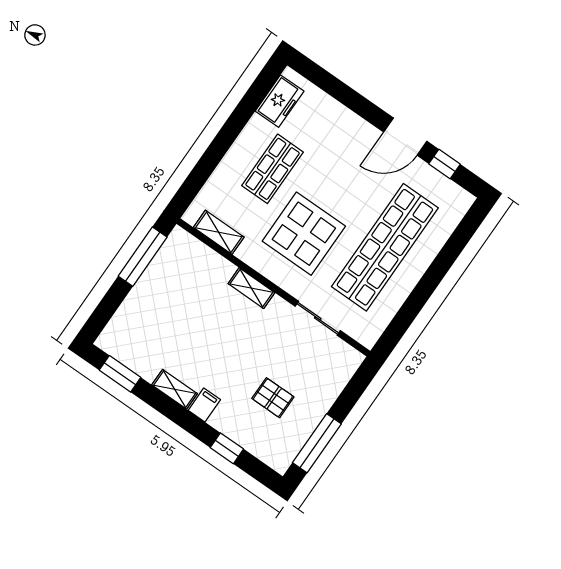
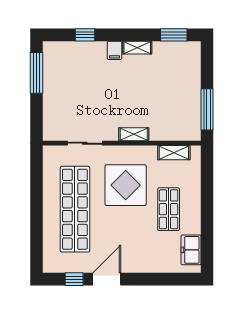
pallet: (273, 398) -> (79, 81), removed

